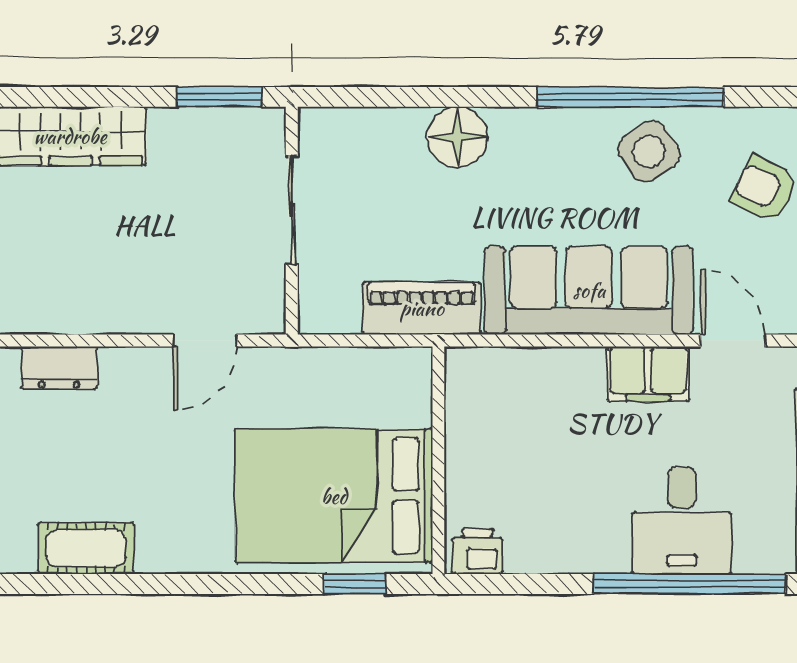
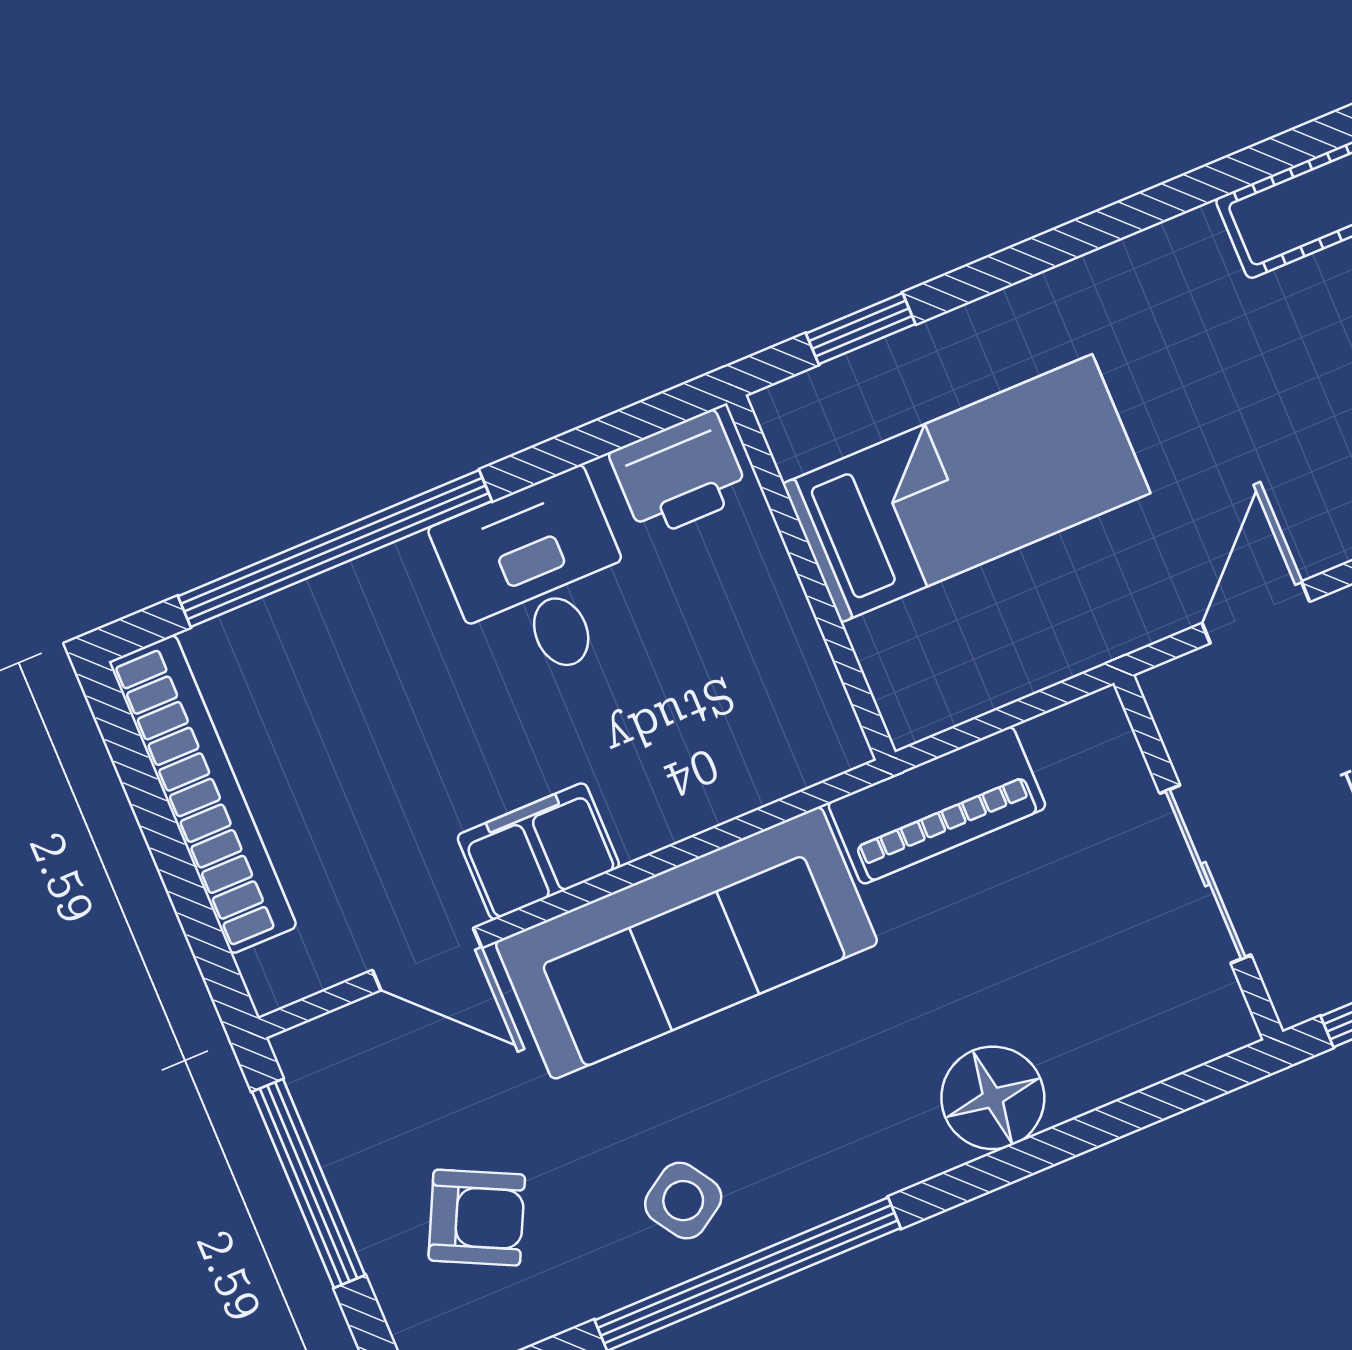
side table: (649, 151) -> (683, 1201), width x0.73, depth x0.73
bed: (334, 496) -> (966, 488), width x0.67
desk: (682, 521) -> (539, 580), moved
printer: (477, 551) -> (679, 475), width x1.36, depth x1.24

